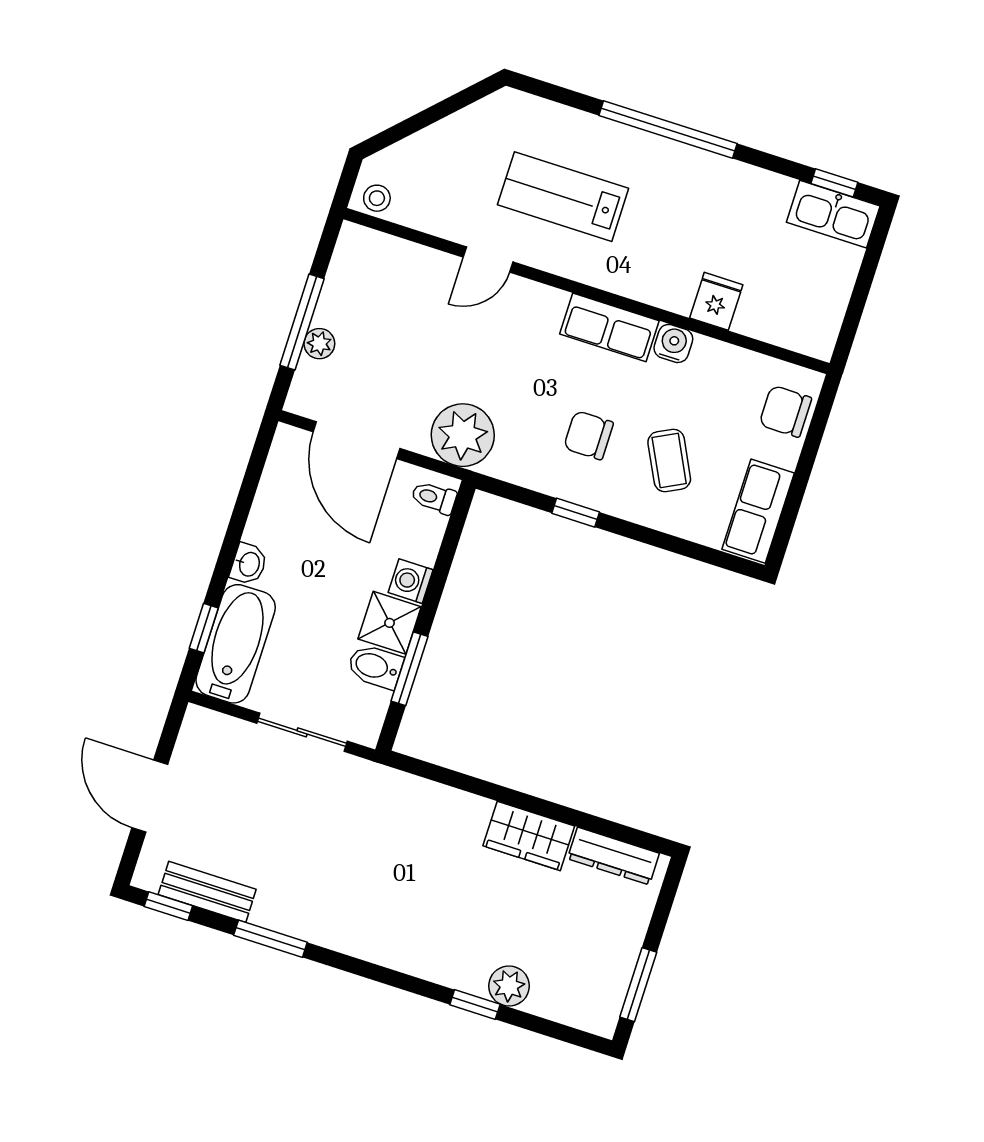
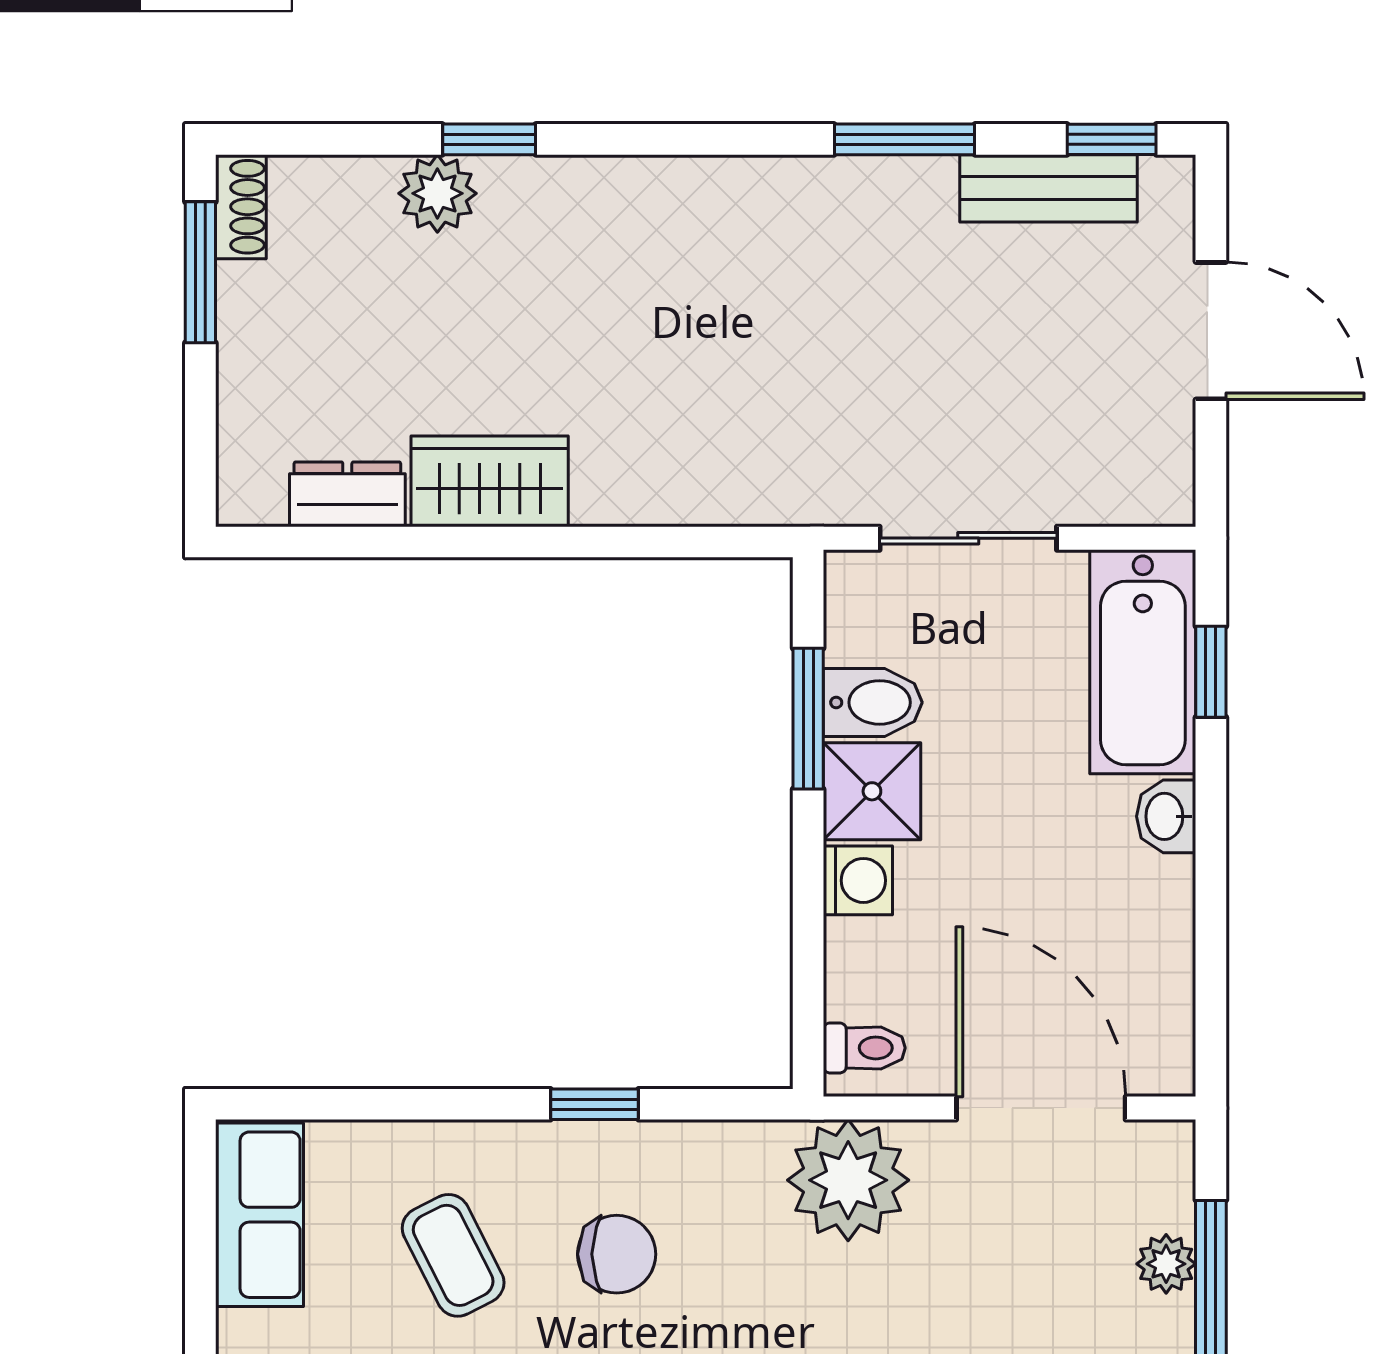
dresser: (613, 856) -> (347, 494), width x0.70
shoe rack: (608, 1011) -> (241, 207), added

